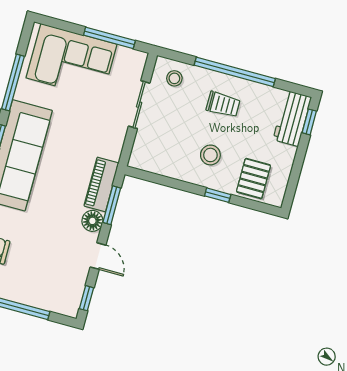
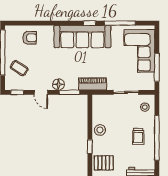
stool: (210, 155) -> (100, 130), moved
piano: (101, 184) -> (93, 84), moved
door: (98, 256) -> (41, 92), hinge flipped
coffee table: (44, 283) -> (19, 68), added

